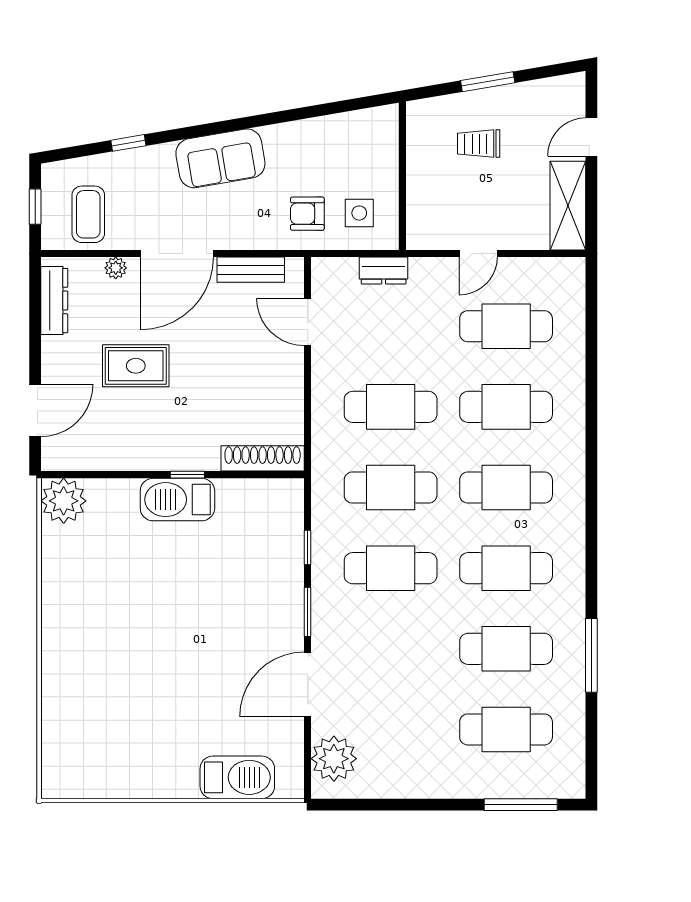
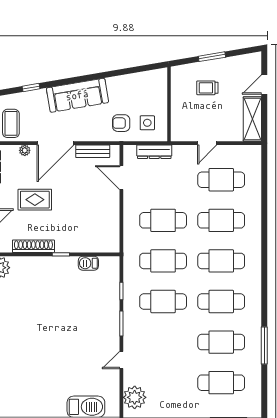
sofa: (220, 158) -> (77, 95), width x1.36
dresser: (384, 270) -> (154, 152), width x1.44
shoe rack: (263, 458) -> (33, 246), moved
barbecue: (177, 500) -> (88, 263), moved, width x0.53, depth x0.65
door: (308, 684) -> (121, 360), width x0.53

